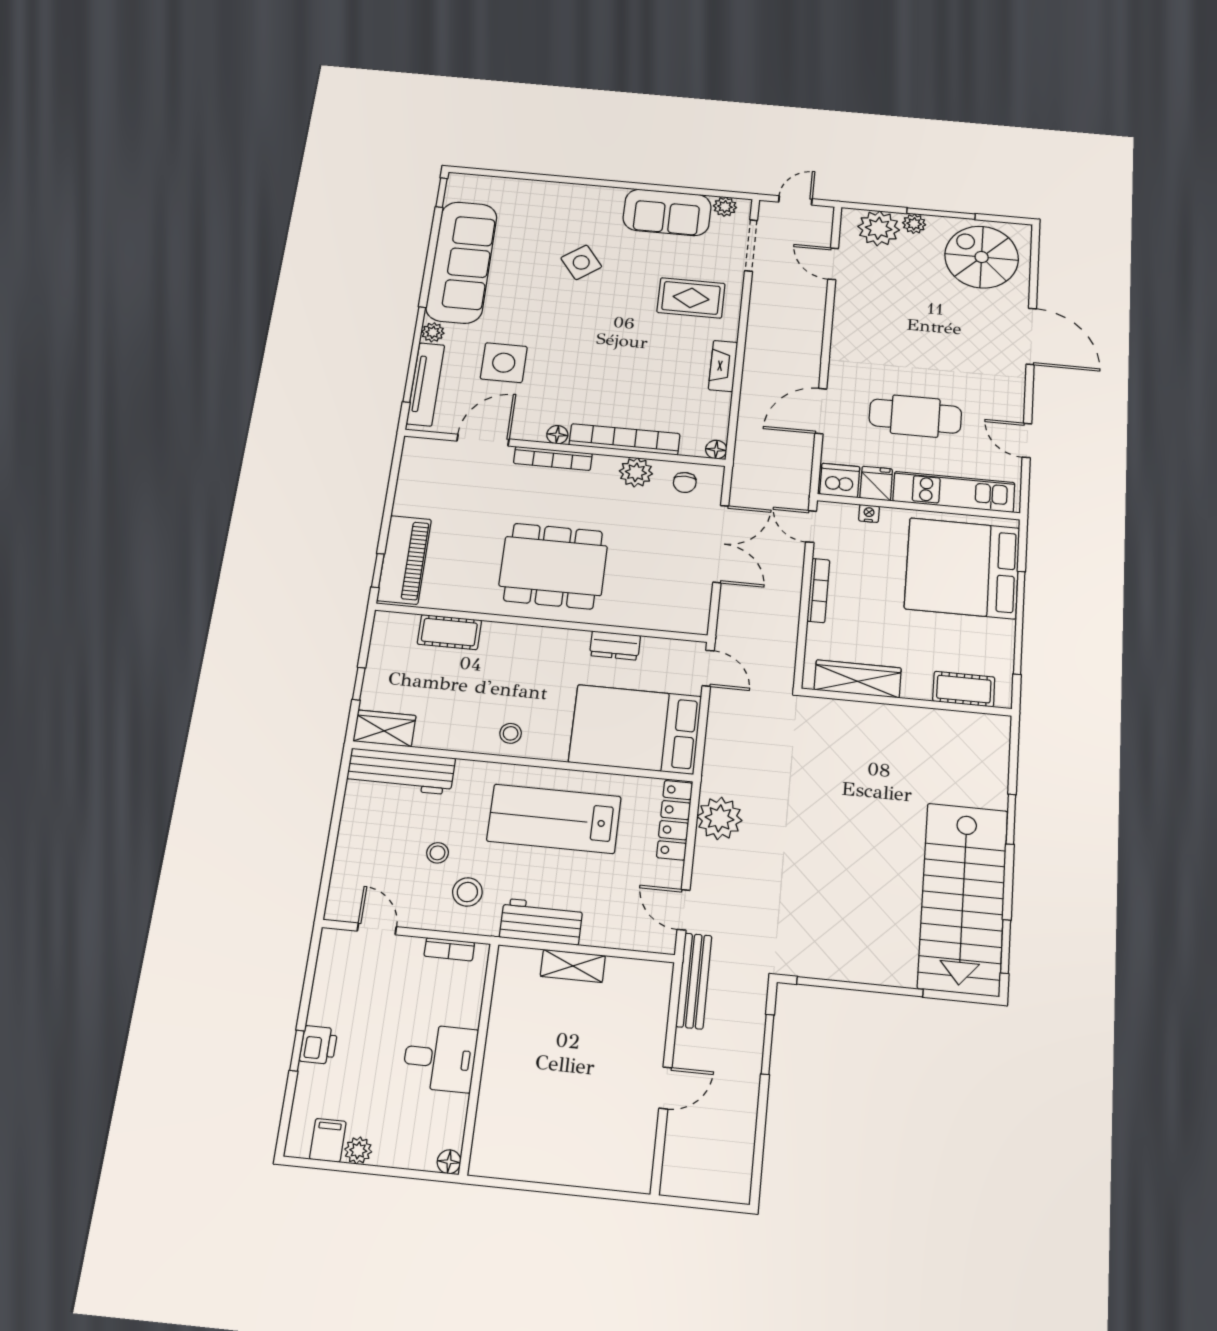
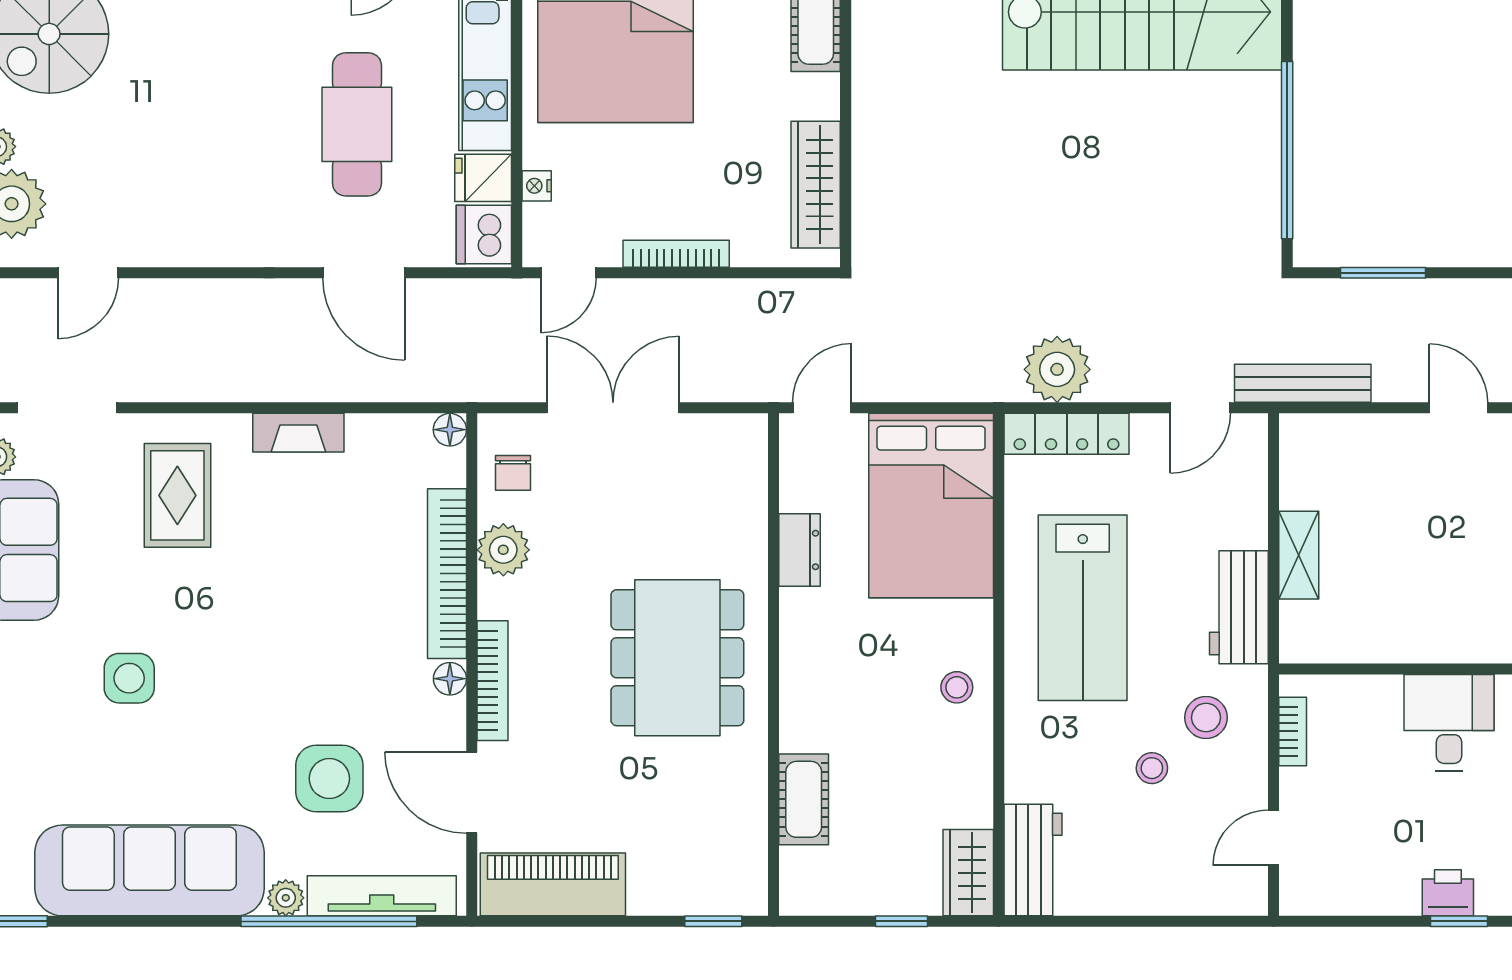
side table: (581, 262) -> (129, 678), turned 37
chair: (685, 483) -> (513, 473), turned 90
piano: (404, 560) -> (553, 884), moved
workbench: (401, 771) -> (1033, 860), width x0.73

